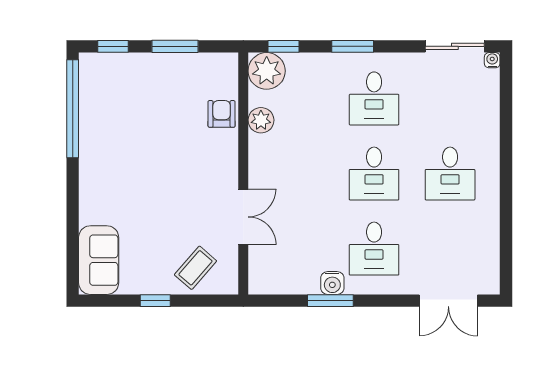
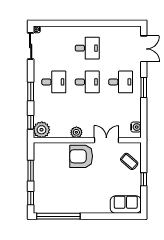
armchair: (222, 114) -> (81, 156), moved, width x1.88, depth x1.88
plant: (261, 120) -> (76, 132), moved
water cooler: (332, 283) -> (136, 127), moved
window: (330, 301) -> (144, 88), moved

